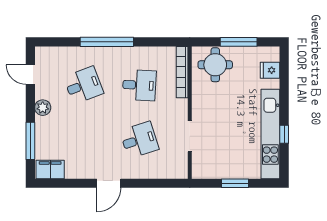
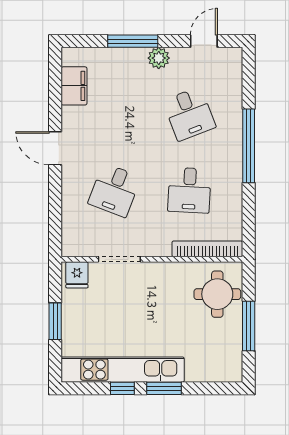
fridge: (270, 70) -> (77, 275), moved, turned 180
window: (284, 104) -> (164, 388), added
desk: (139, 140) -> (114, 190), turned 39
window: (30, 141) -> (133, 41), moved
filing cabinet: (50, 169) -> (74, 86), moved

